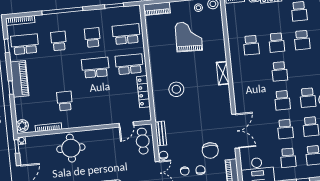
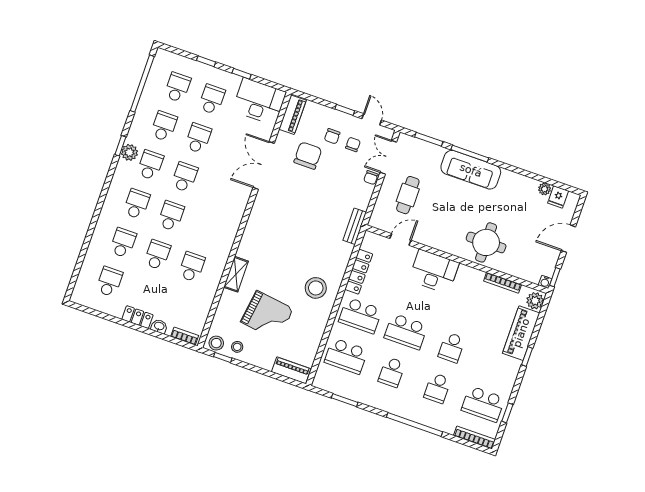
grand piano: (189, 37) -> (267, 315), turned -84
school desk: (305, 69) -> (137, 204), added
shelving: (223, 73) -> (236, 274), moved
piano: (19, 79) -> (521, 333), moved
stool: (176, 89) -> (316, 288), moved
school desk: (65, 101) -> (452, 347), moved
desk: (96, 114) -> (434, 271), added
bench: (161, 133) -> (355, 226), moved
cafe table: (143, 141) -> (408, 195), moved

